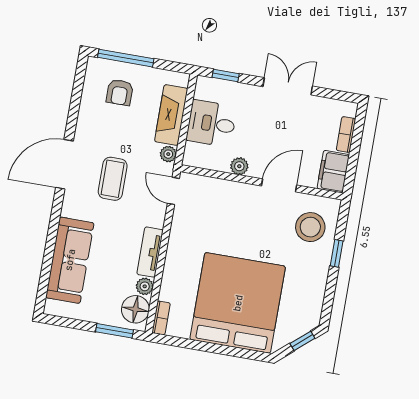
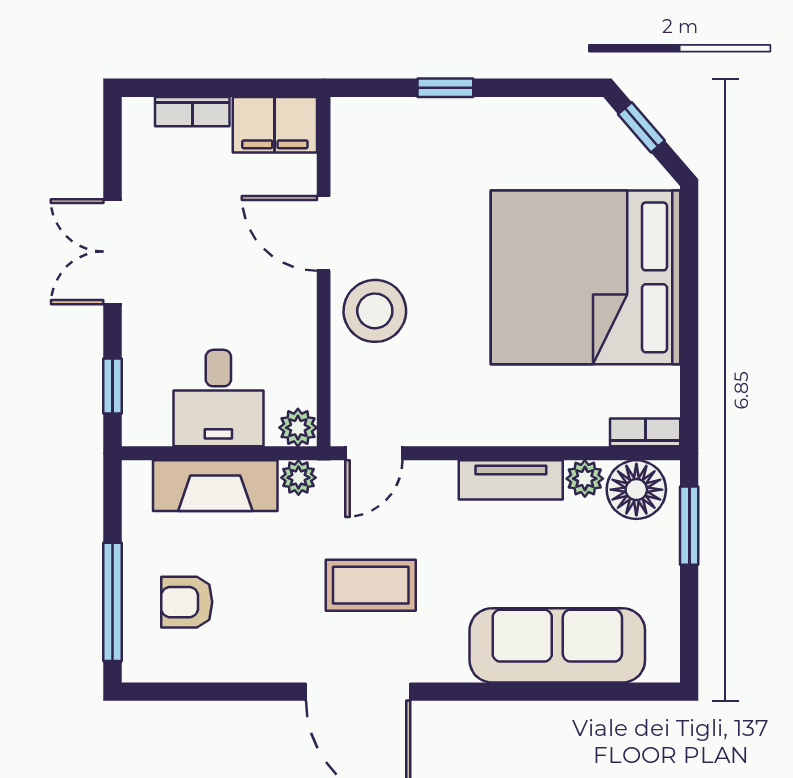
armchair: (120, 92) -> (187, 602), turned 180
plant: (239, 166) -> (298, 428), moved
stool: (310, 227) -> (375, 311), moved

